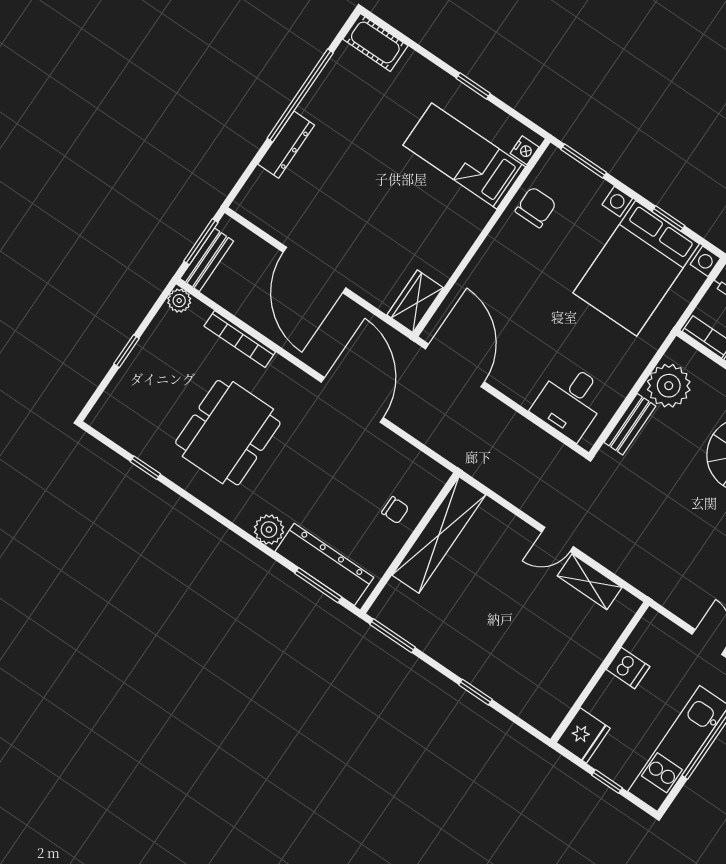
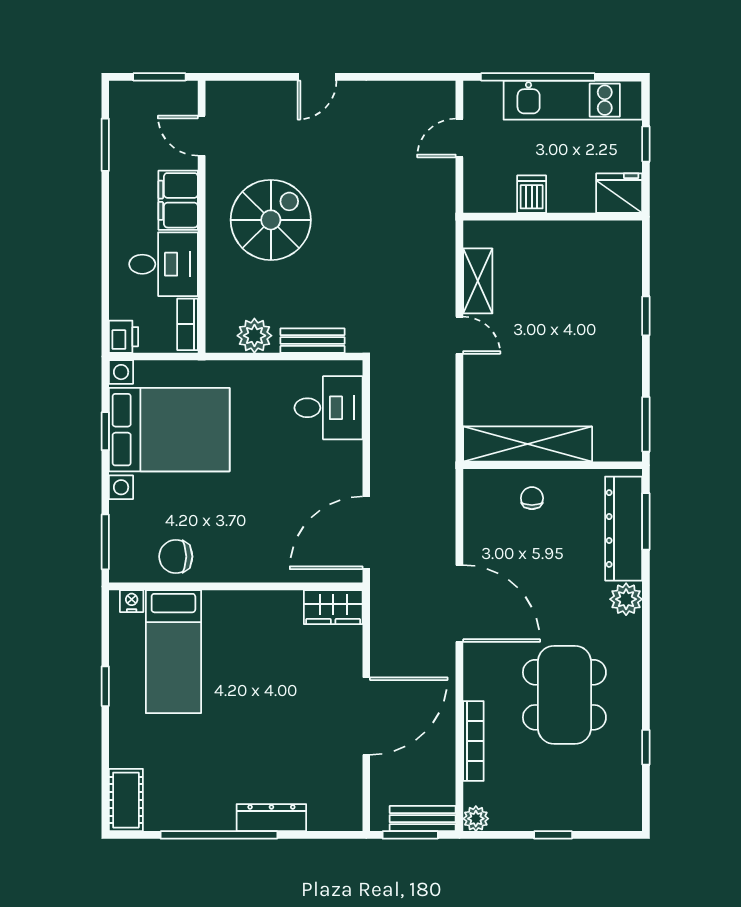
plant: (669, 386) -> (254, 336), width x0.73, depth x0.73
door: (352, 400) -> (459, 603), swing flipped
dining table: (228, 433) -> (564, 695), turned 90

